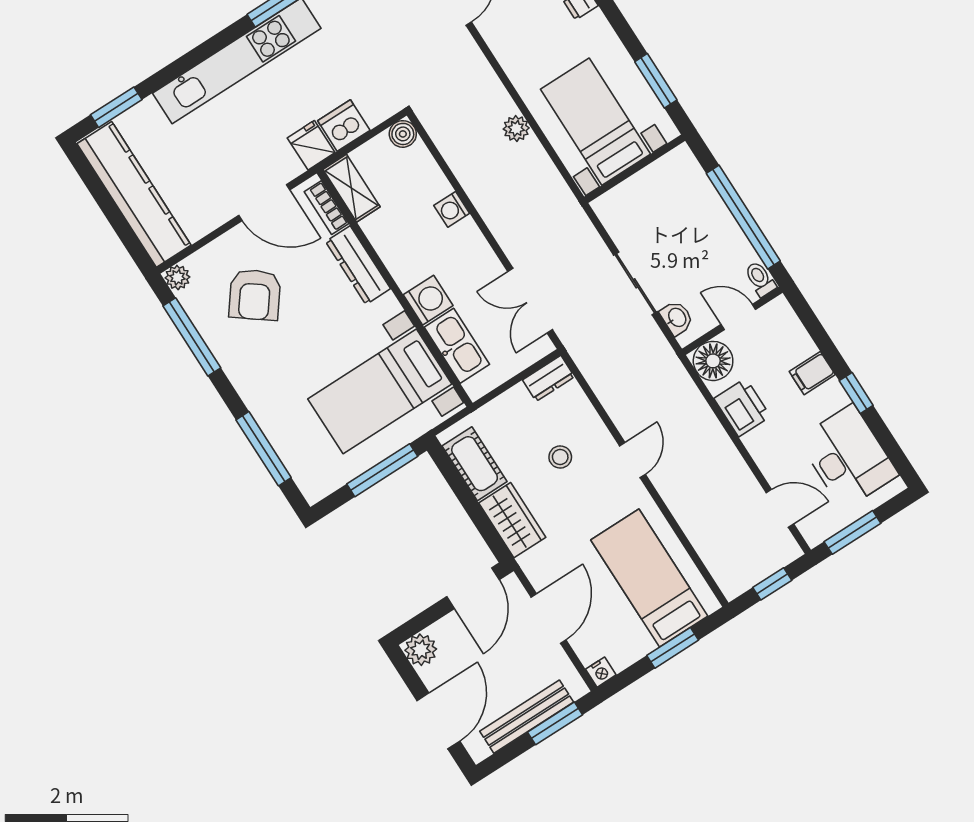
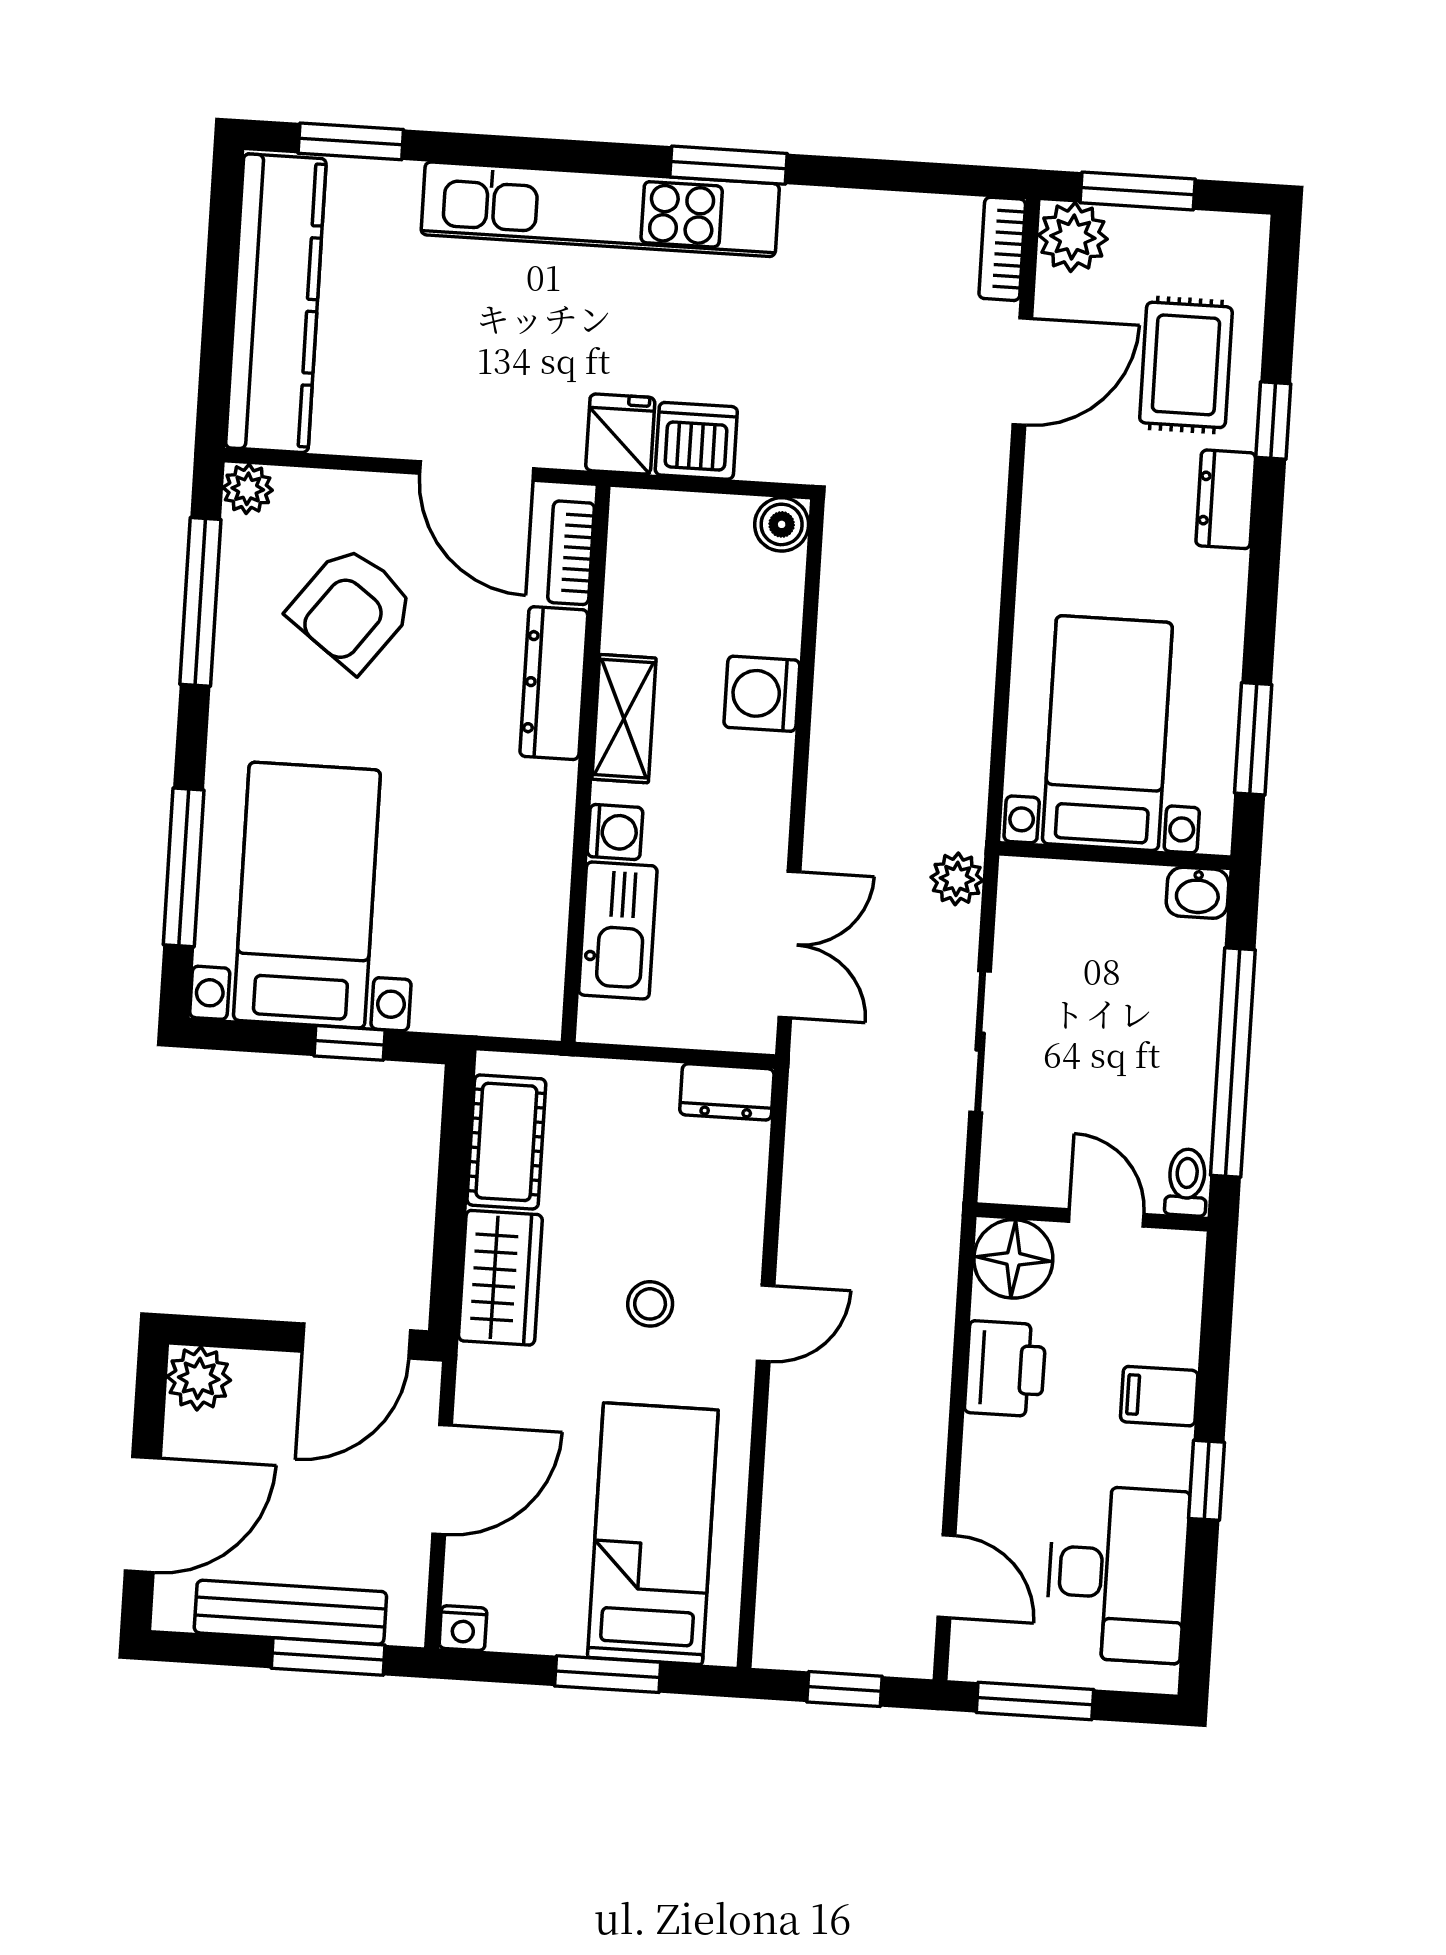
plant: (516, 128) -> (957, 879), moved
shelving: (352, 188) -> (624, 719), moved
washing machine: (452, 209) -> (762, 694), width x1.38, depth x1.38
washing machine: (428, 300) -> (615, 832), width x0.73, depth x0.73
double door: (530, 301) -> (789, 945), swing flipped
washbasin: (677, 318) -> (1198, 893), moved, turned 90
bed with nightstands: (380, 391) -> (307, 895), moved, turned 90
stool: (560, 457) -> (650, 1304), moved
window: (382, 470) -> (350, 1043), width x0.46

